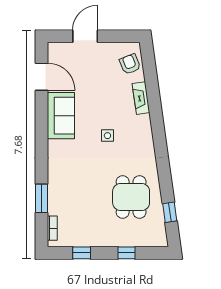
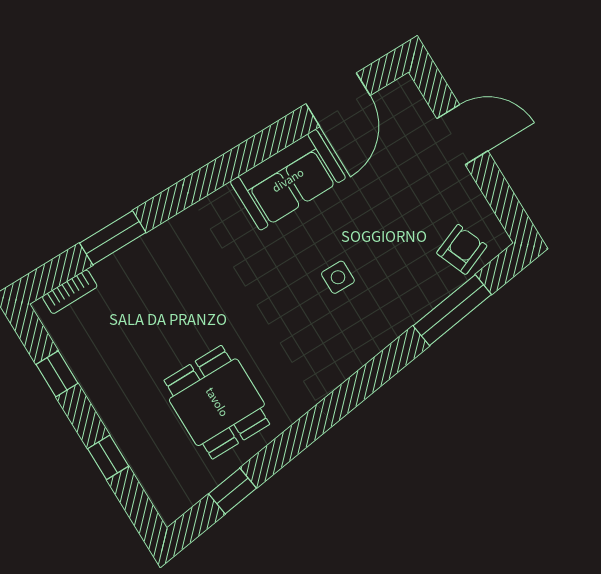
window: (152, 82) -> (452, 310), added
fireplace: (141, 98) -> (411, 308), removed
side table: (107, 136) -> (338, 277), moved
dining table: (131, 197) -> (217, 402), turned 90

